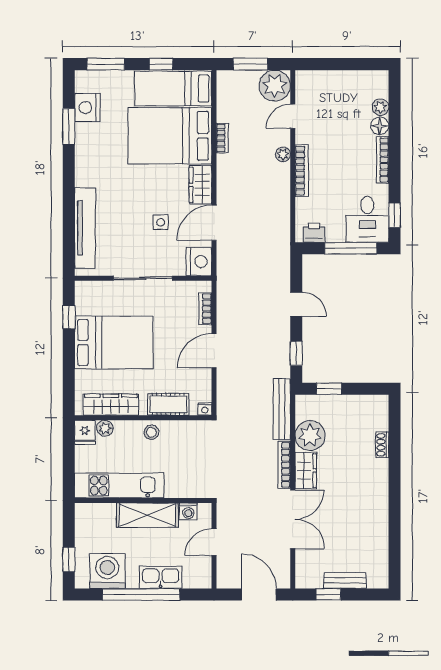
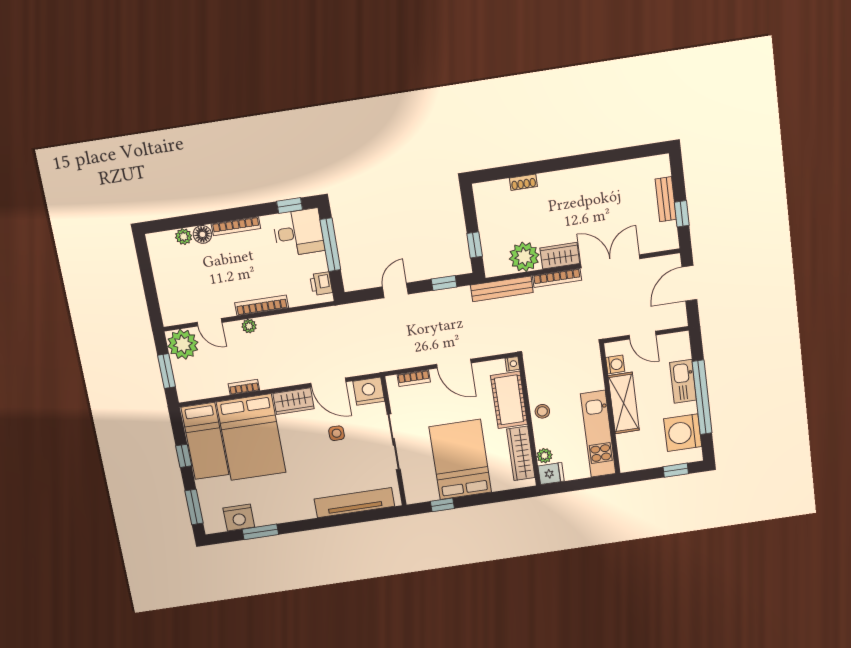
cot: (168, 404) -> (509, 400), width x1.37, depth x1.34

